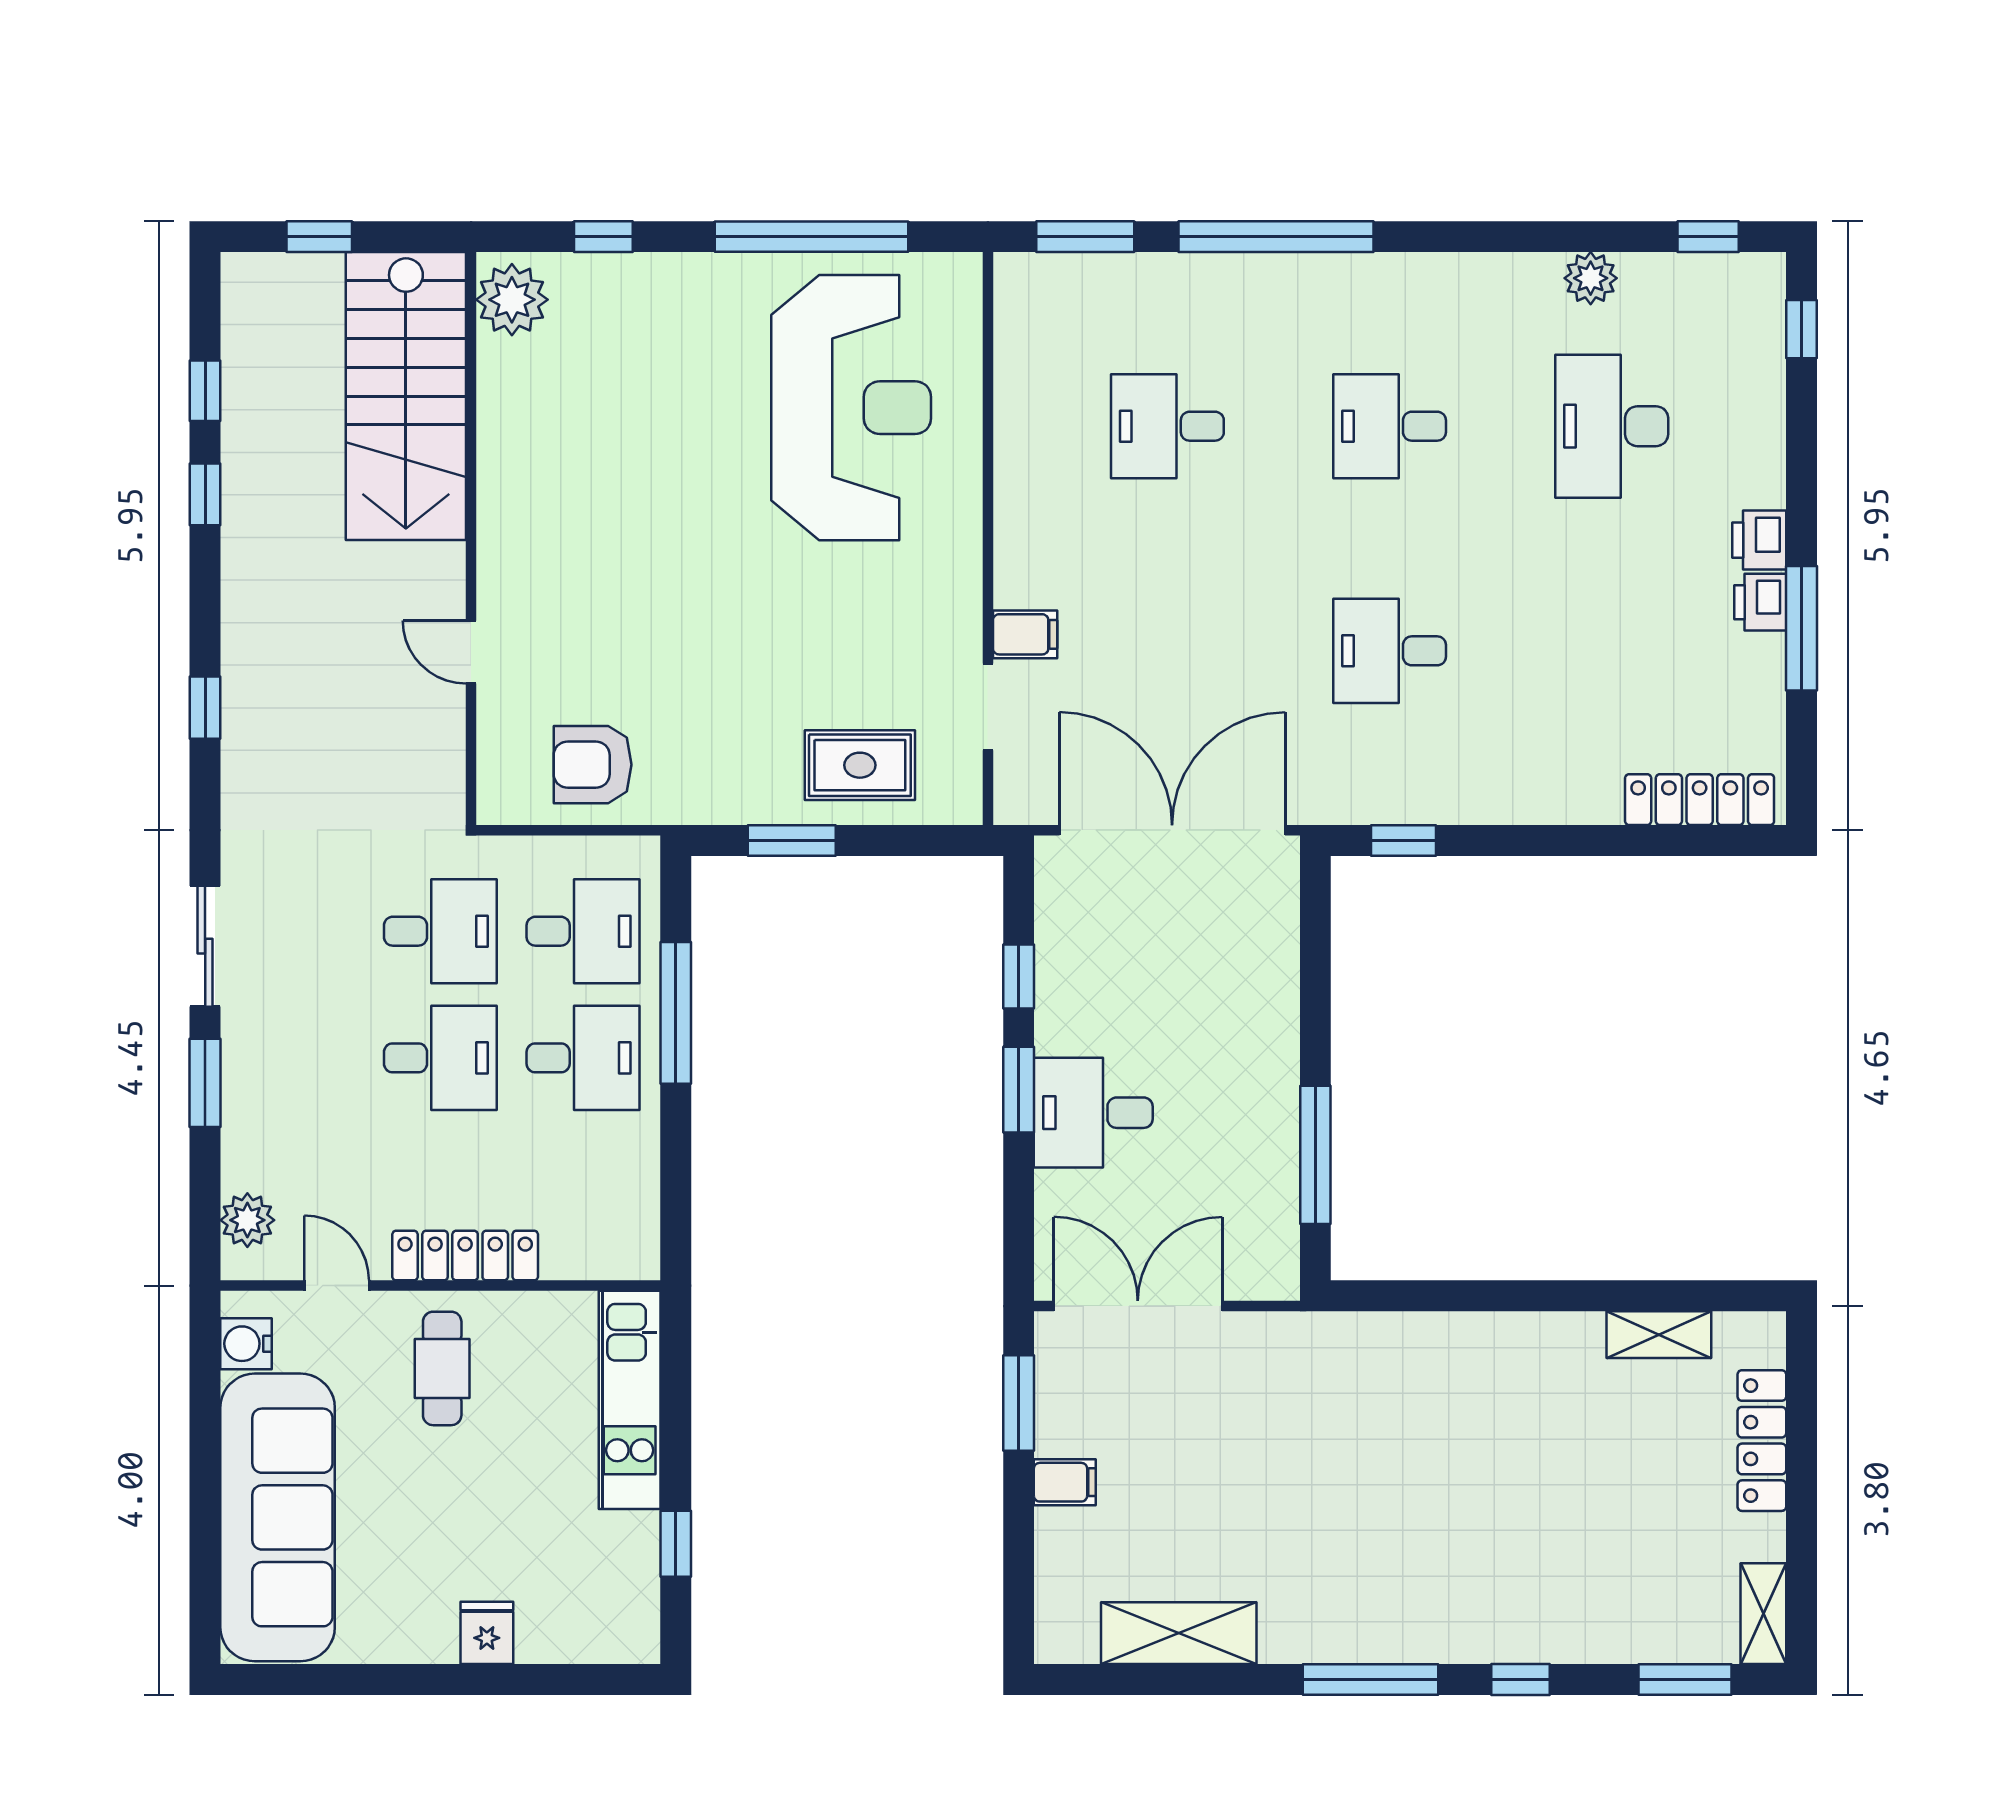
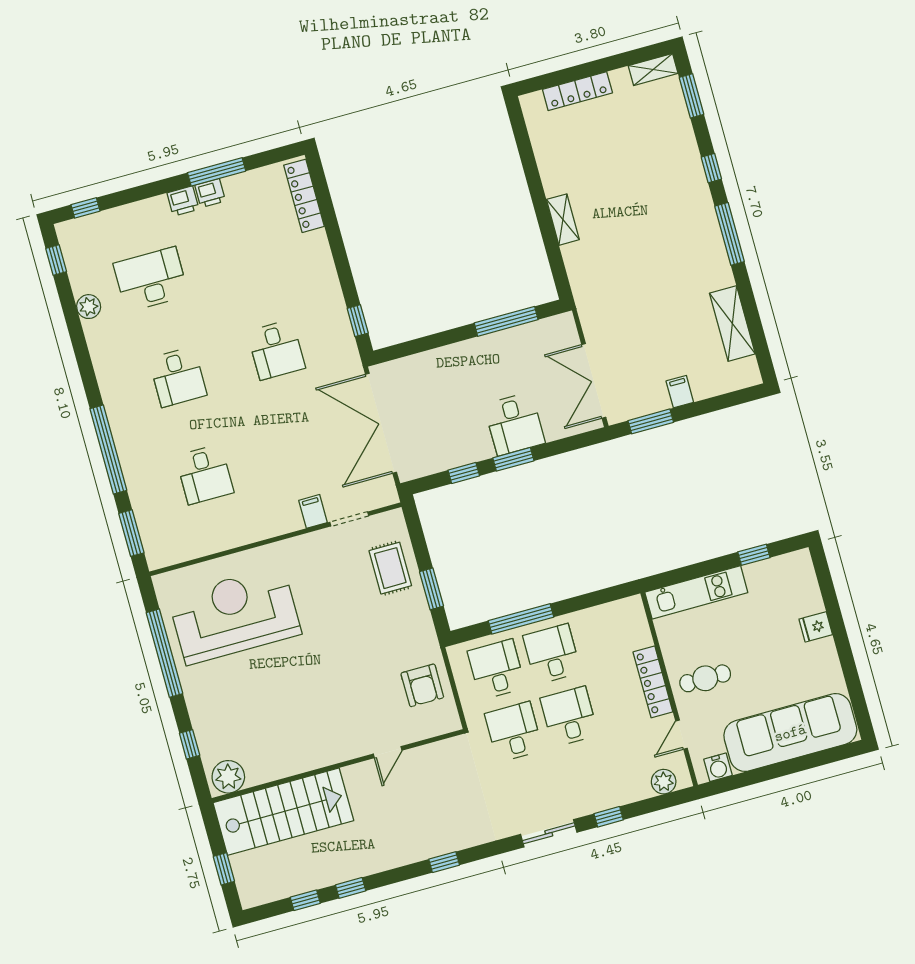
desk: (1612, 426) -> (151, 279), turned 180
window: (205, 1083) -> (609, 817), width x0.67
shelving: (1659, 1335) -> (563, 220), moved

